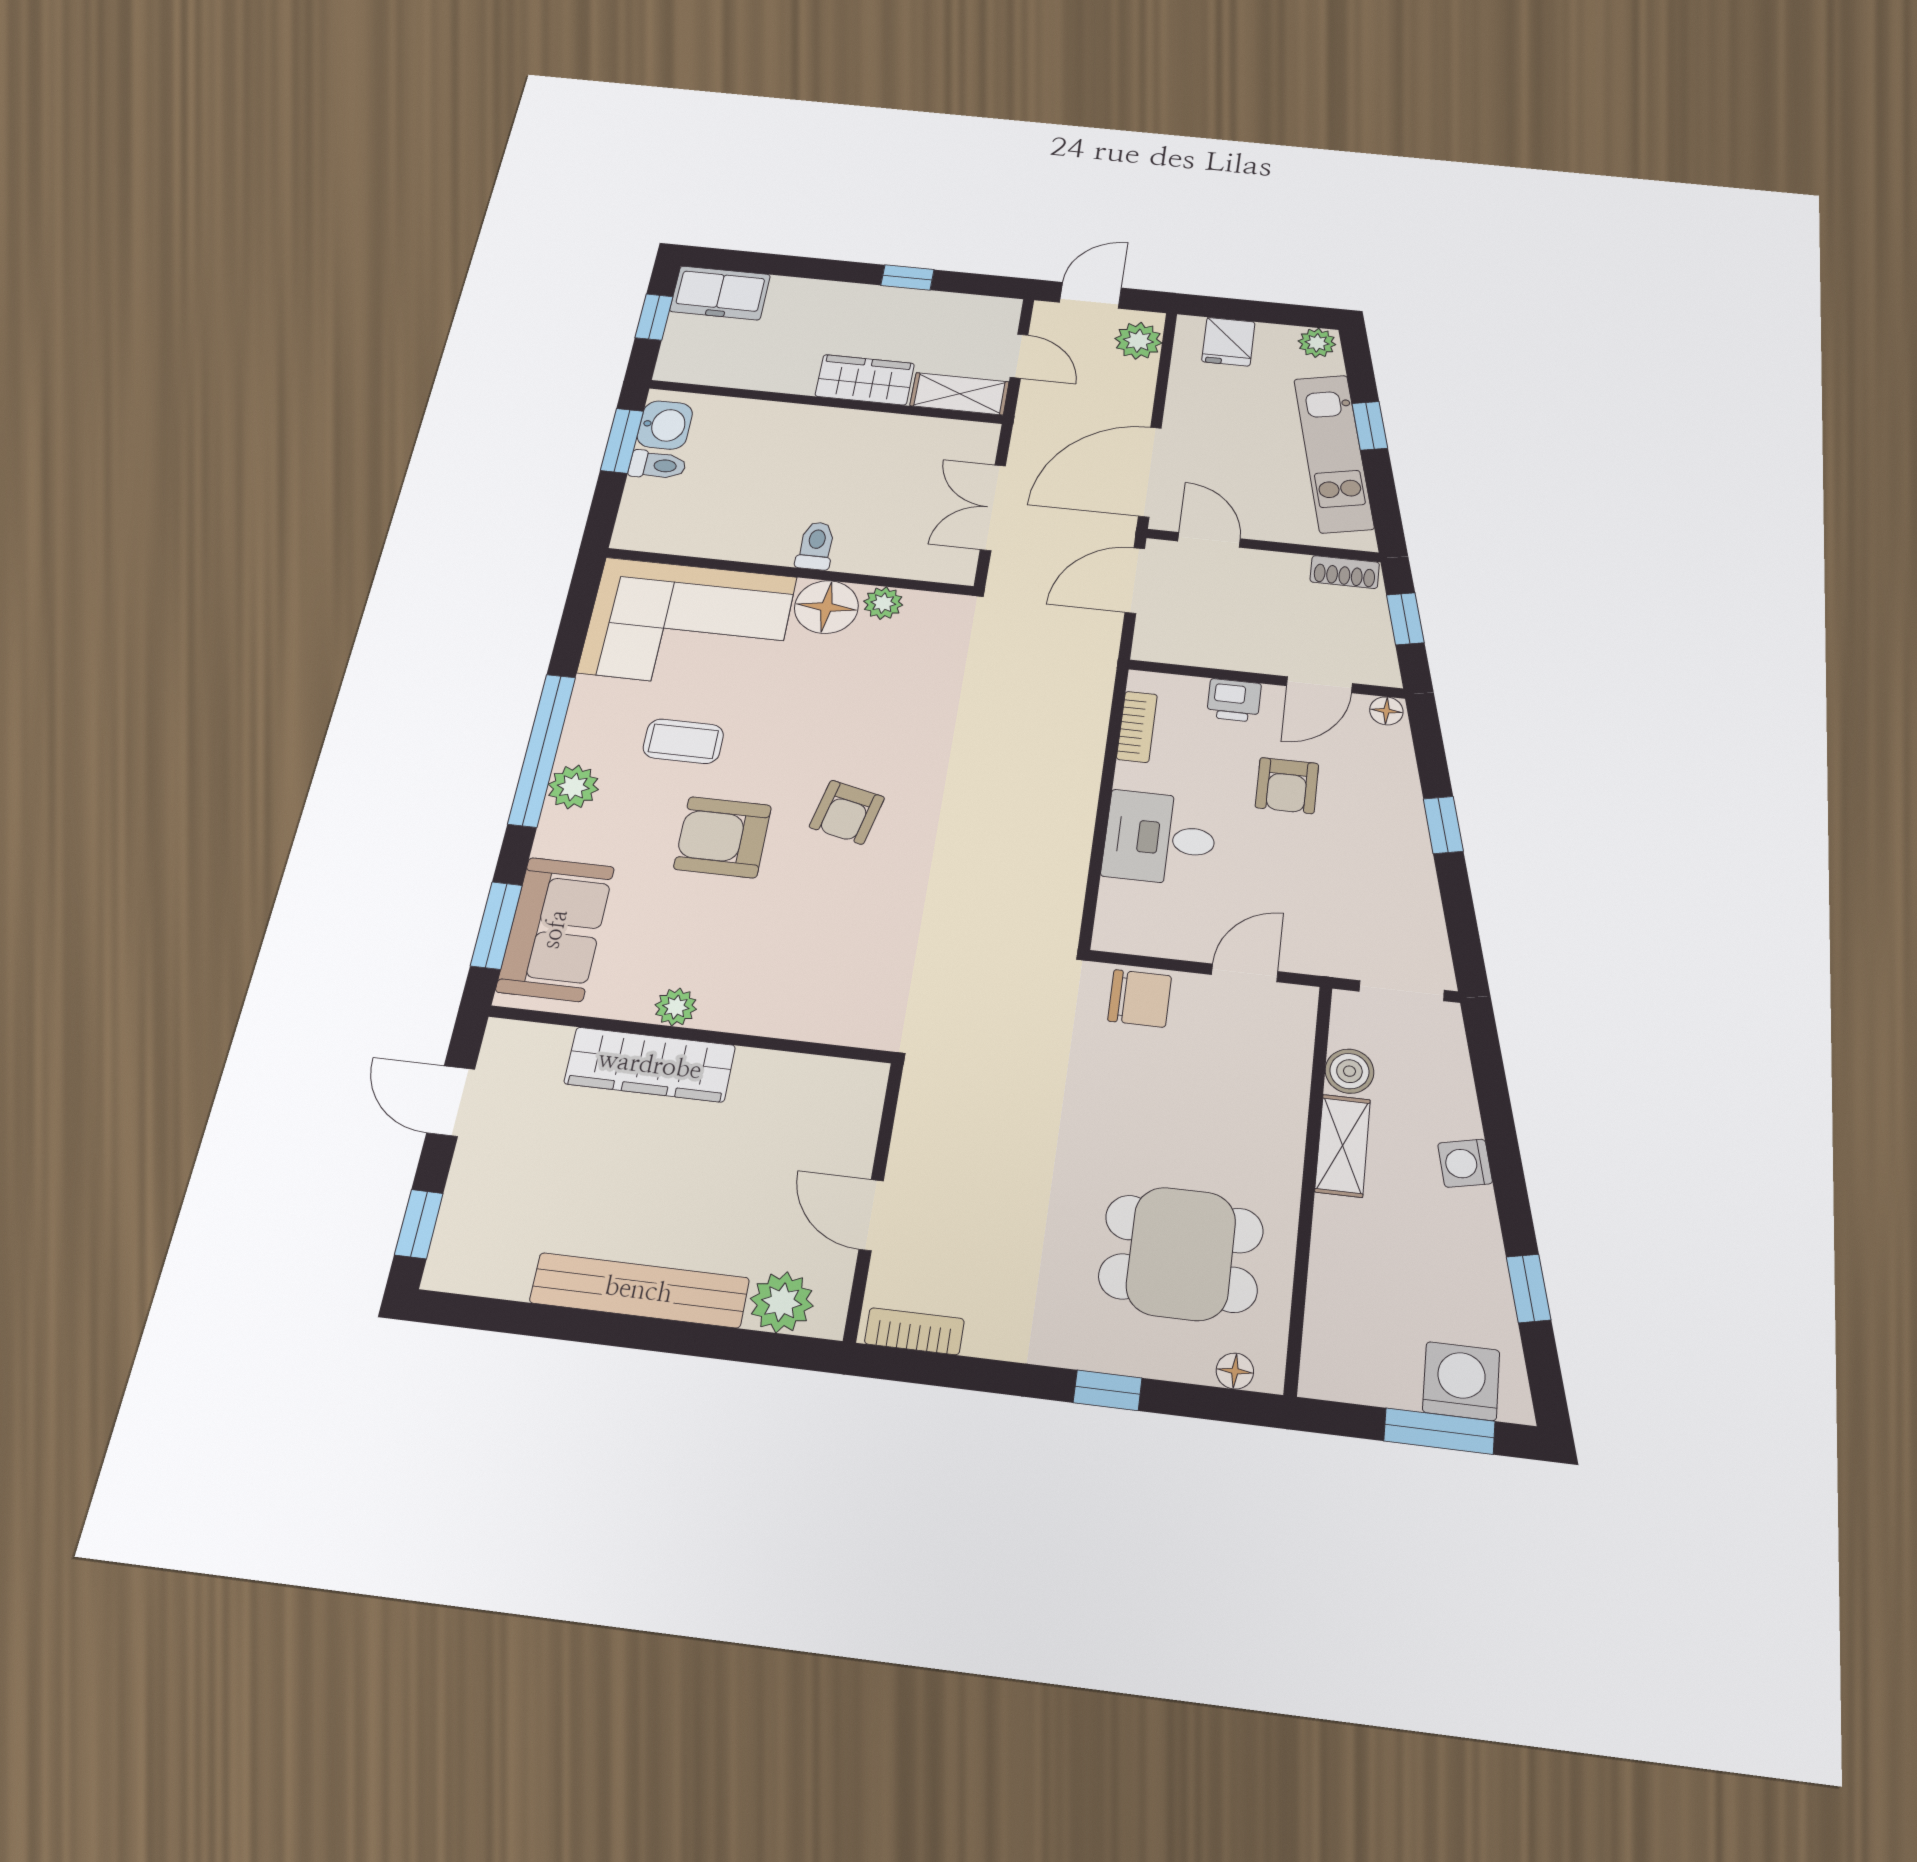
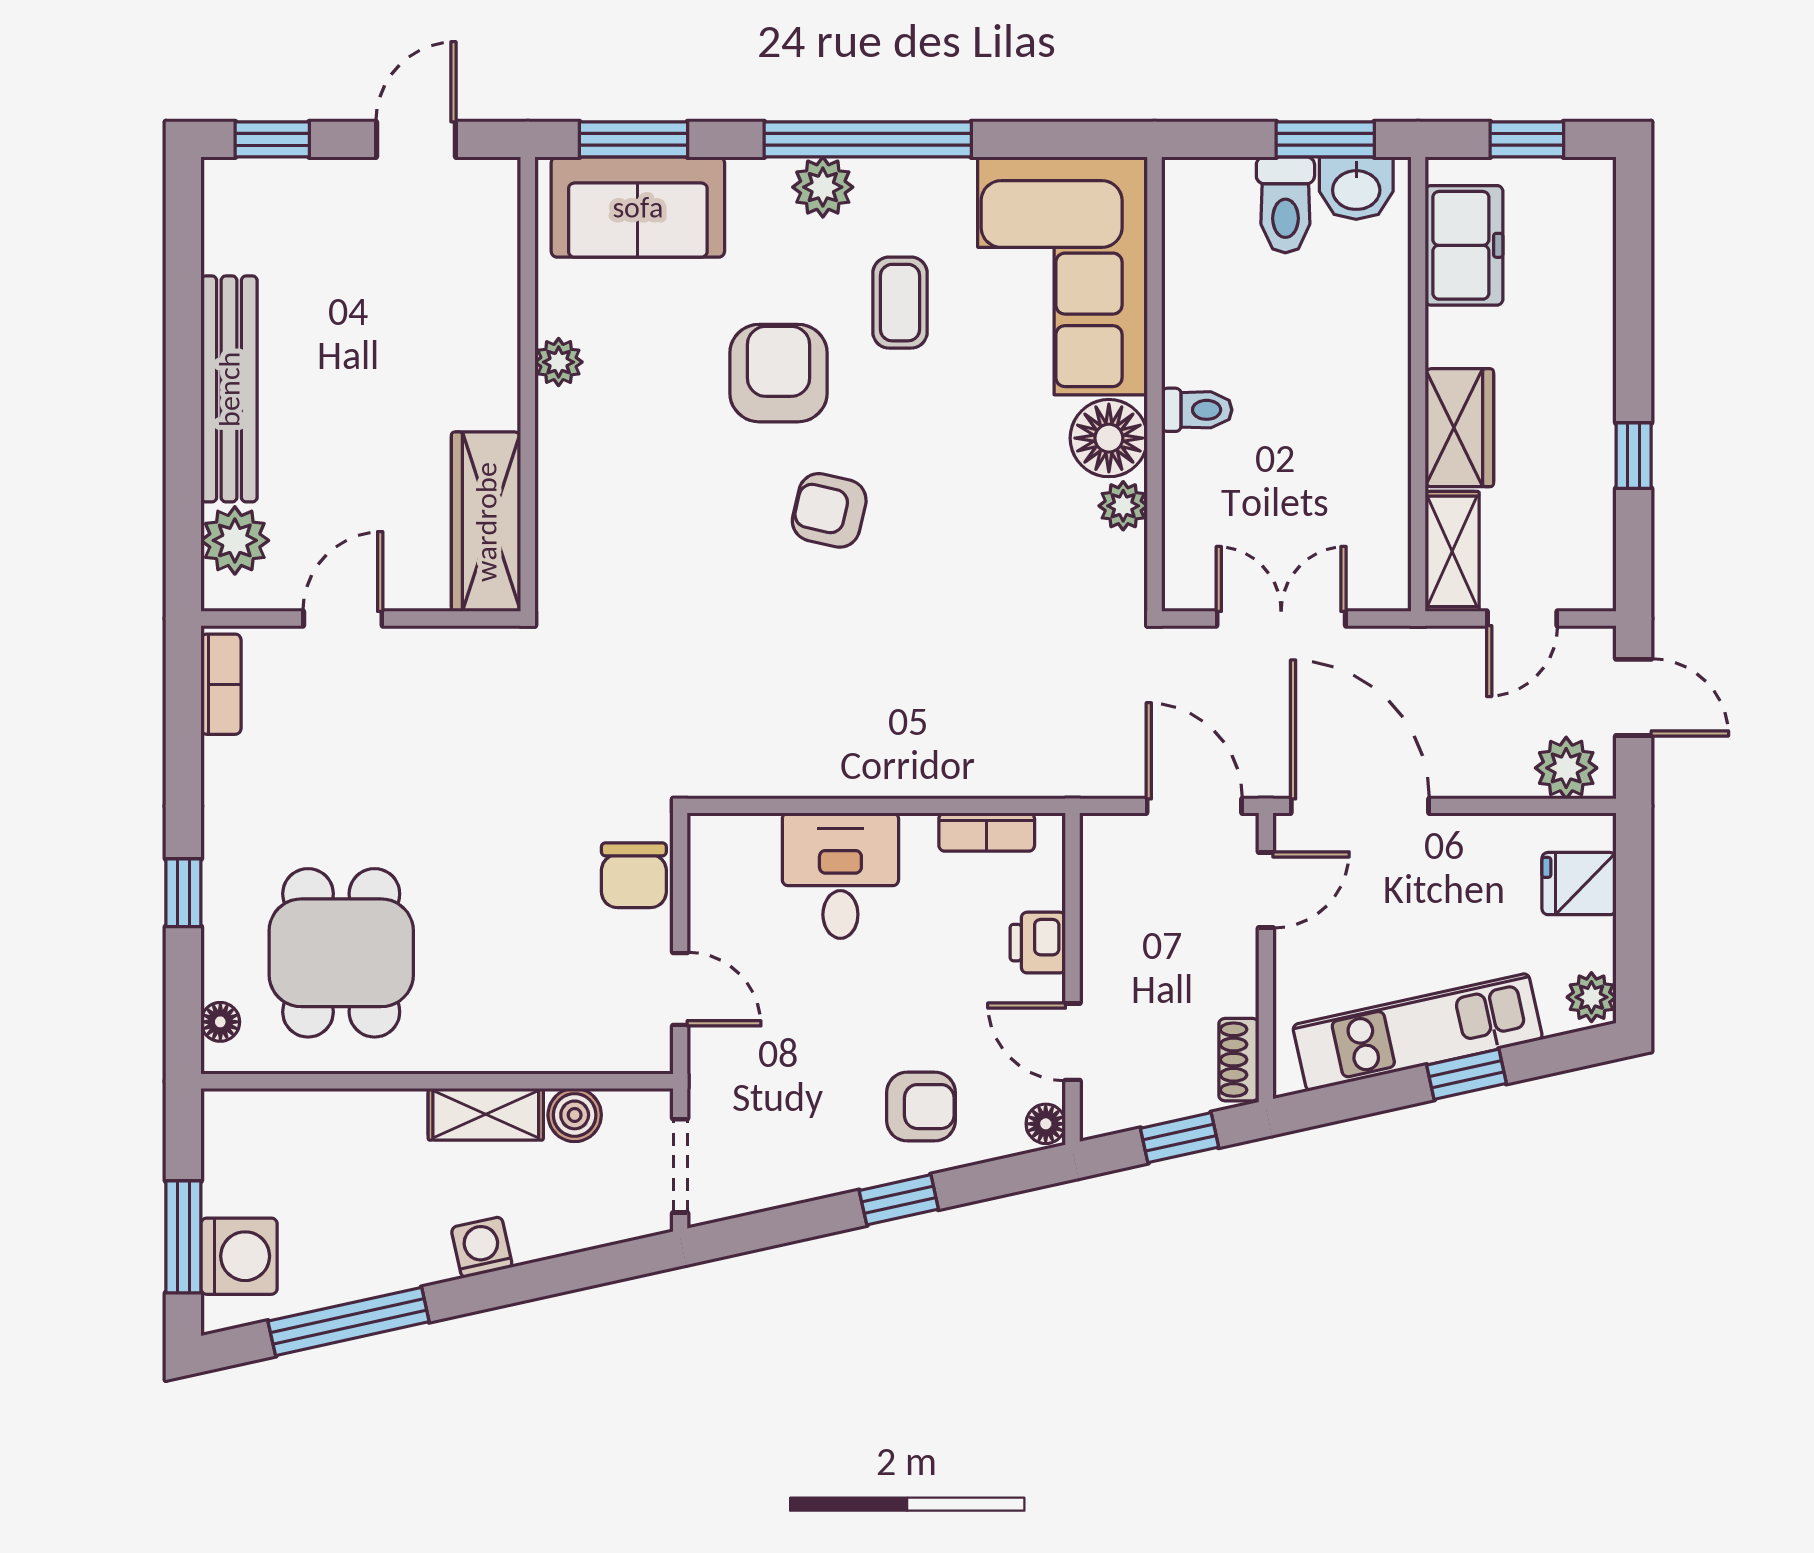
freezer: (720, 293) -> (1464, 245), moved, turned 180
toilet: (658, 465) -> (1285, 205), width x1.37, depth x1.39
armchair: (1287, 786) -> (921, 1107), moved, turned 180
wardrobe: (650, 1065) -> (486, 522), moved
window: (1529, 1288) -> (349, 1321), width x2.17

